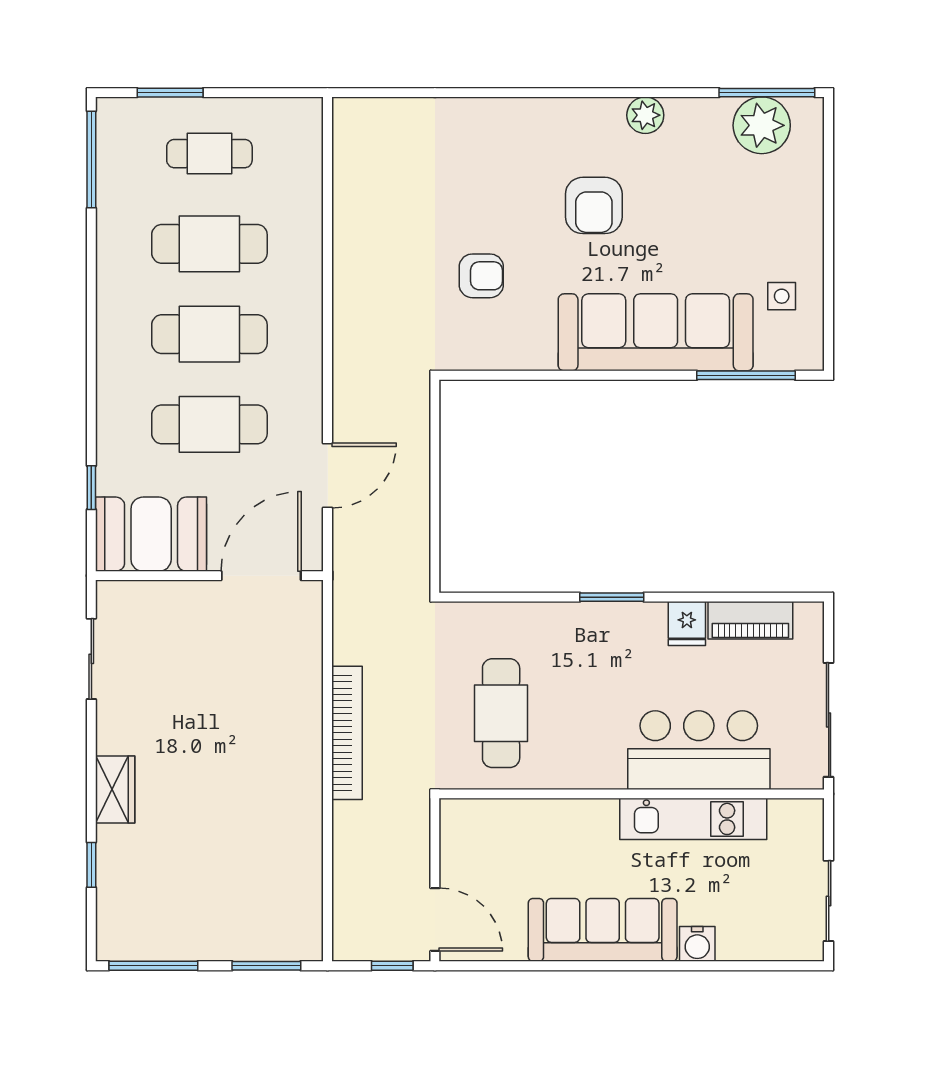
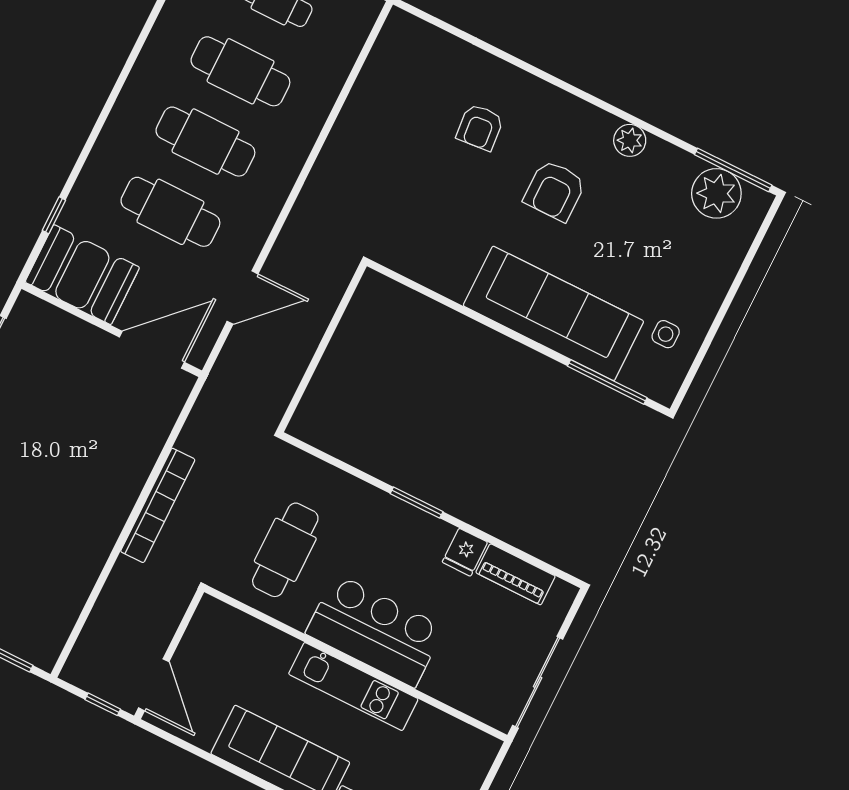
armchair: (481, 276) -> (480, 127), moved, turned 85
bar counter: (699, 750) -> (375, 631), moved
kitchen unit: (693, 819) -> (353, 687), moved

